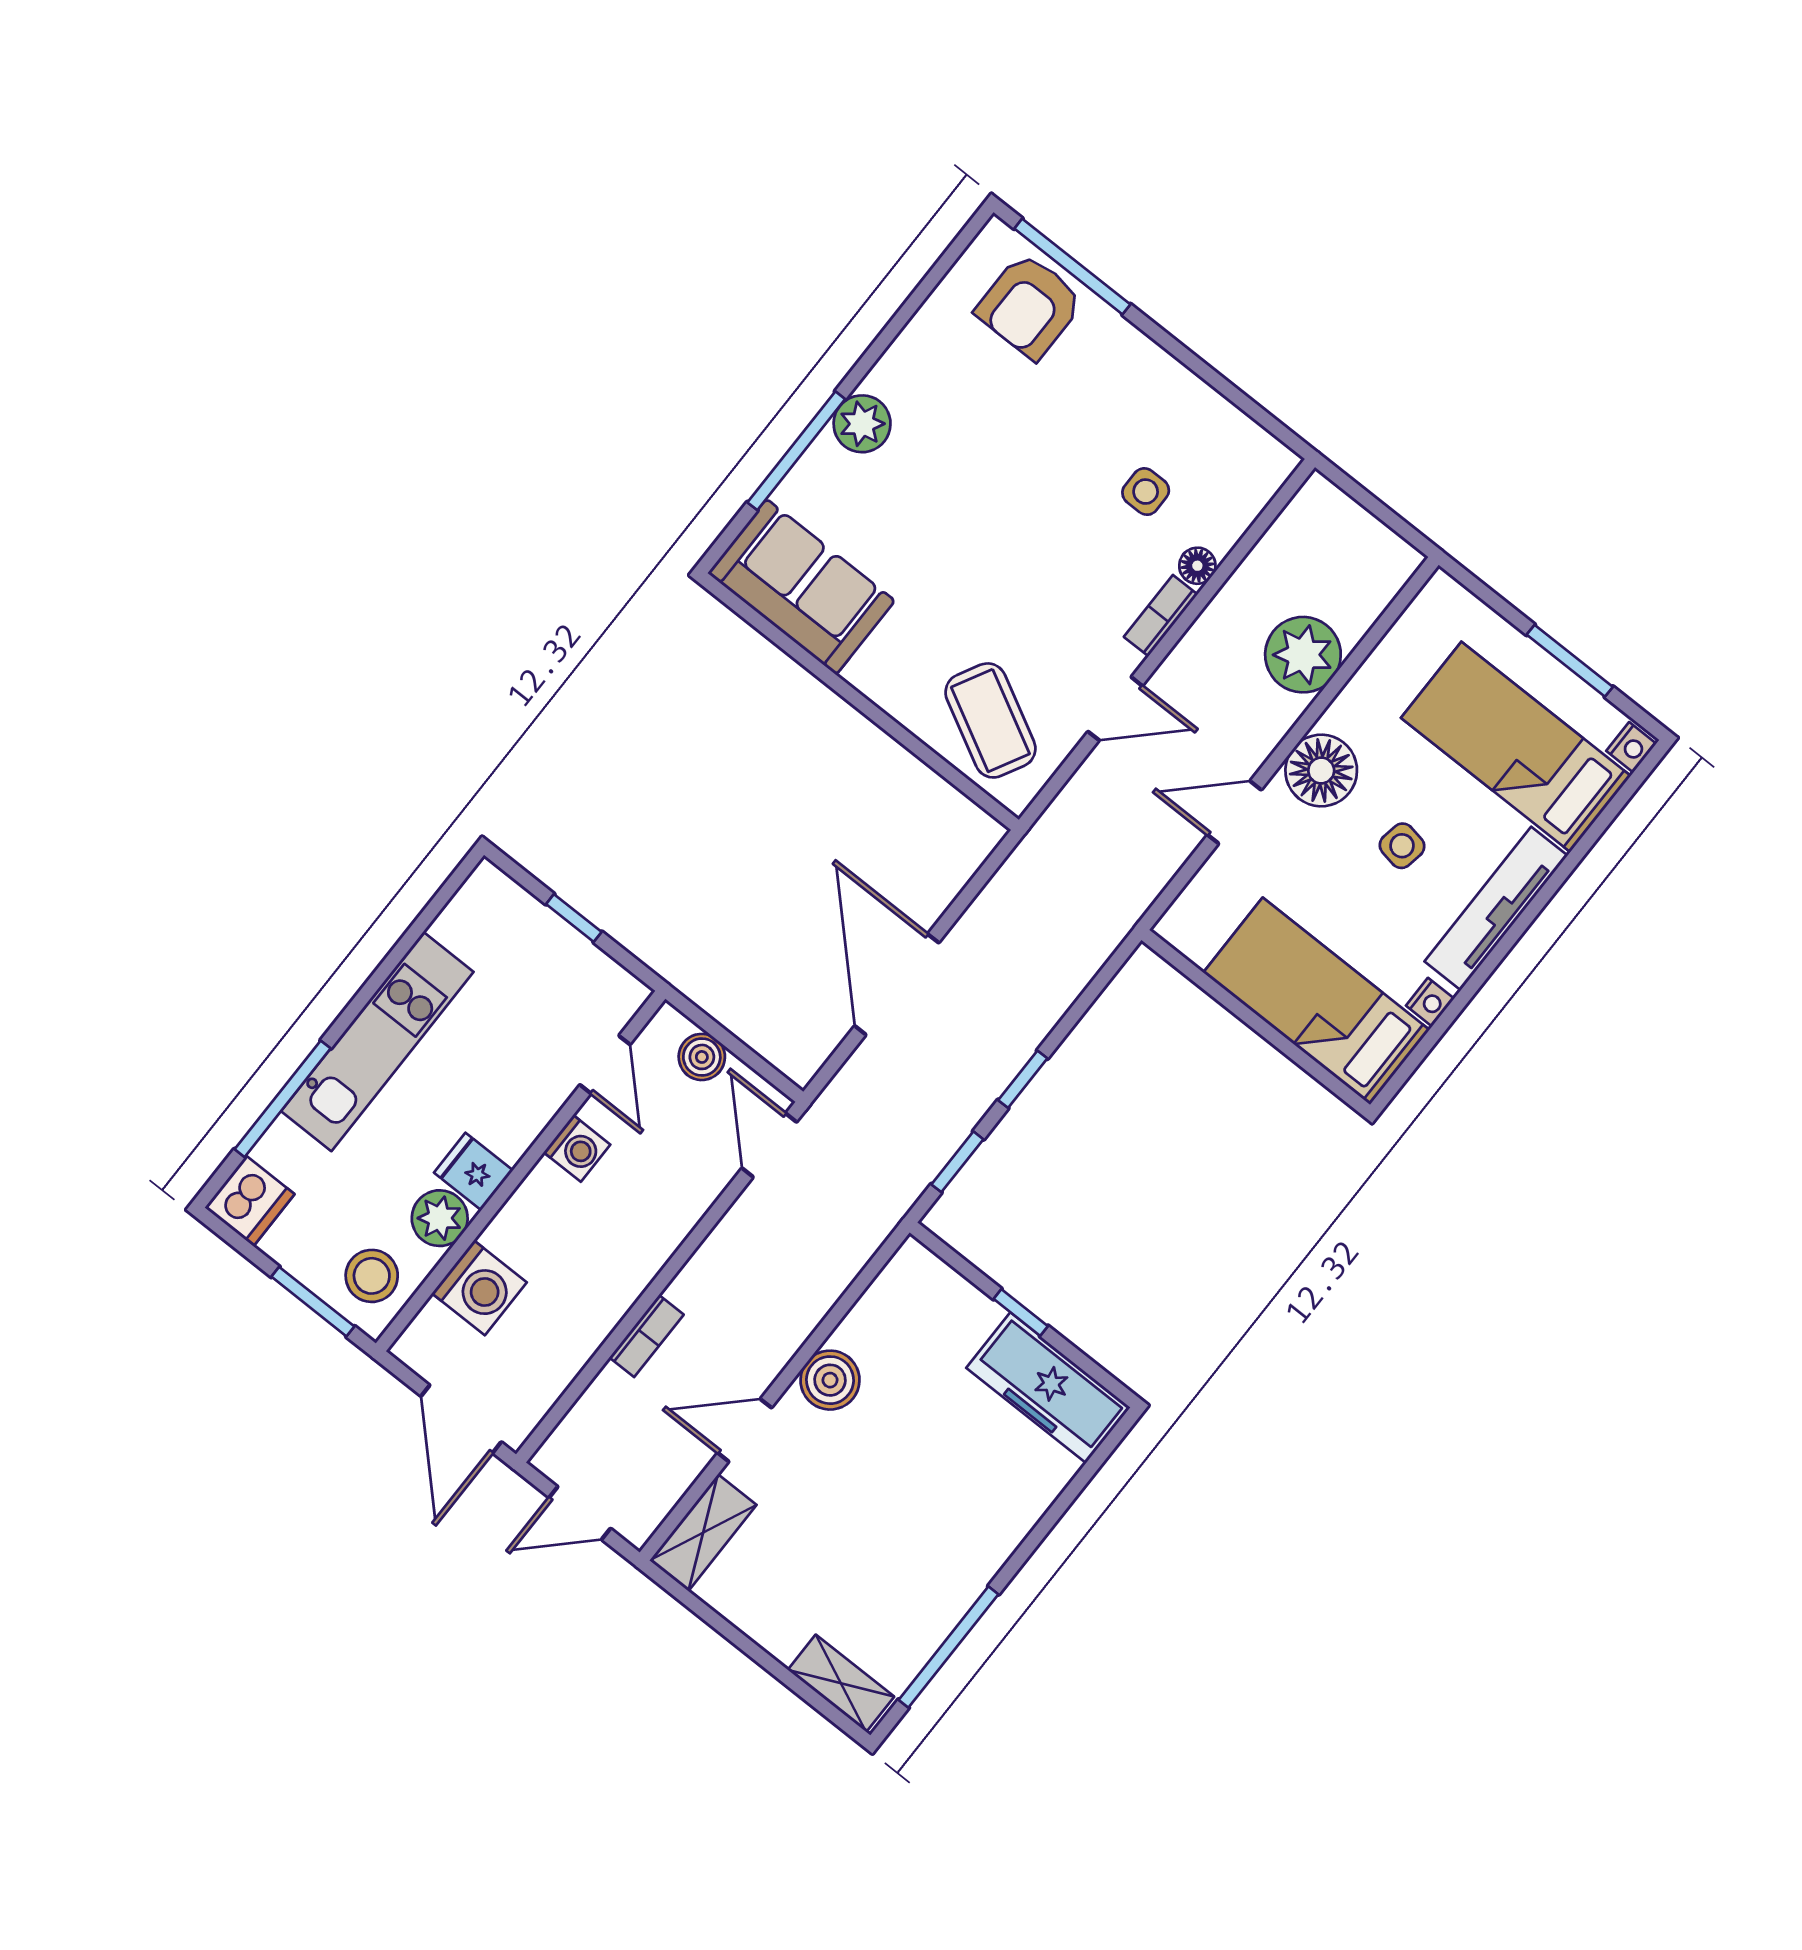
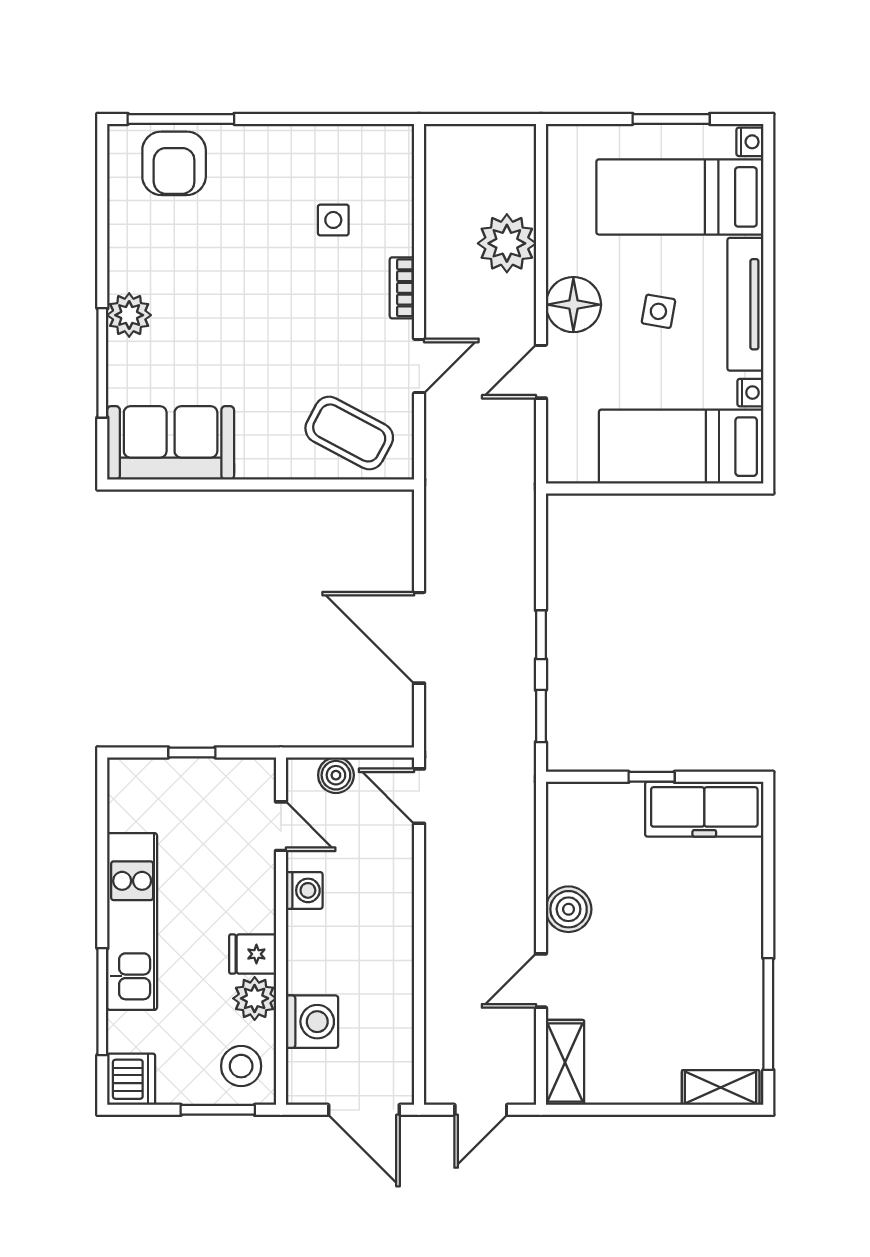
floor lamp: (1197, 566) -> (400, 240), removed
bookcase: (646, 1336) -> (436, 971), removed

